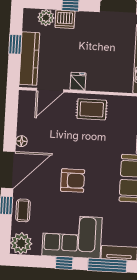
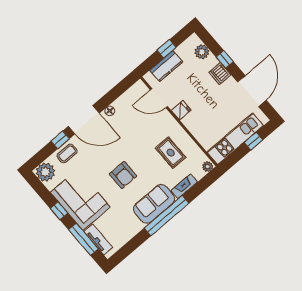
dishwasher: (65, 19) -> (220, 74), moved
kitchen counter: (29, 59) -> (166, 66), width x0.67
rug: (92, 109) -> (171, 153), moved
armchair: (73, 180) -> (123, 175), moved

